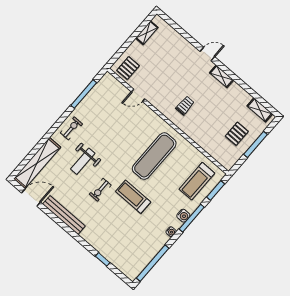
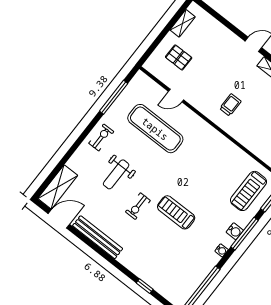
pallet: (128, 68) -> (179, 57), moved, turned 90
exercise mat: (154, 156) -> (155, 129), moved, turned 90
shelving: (37, 163) -> (58, 187), width x0.68

